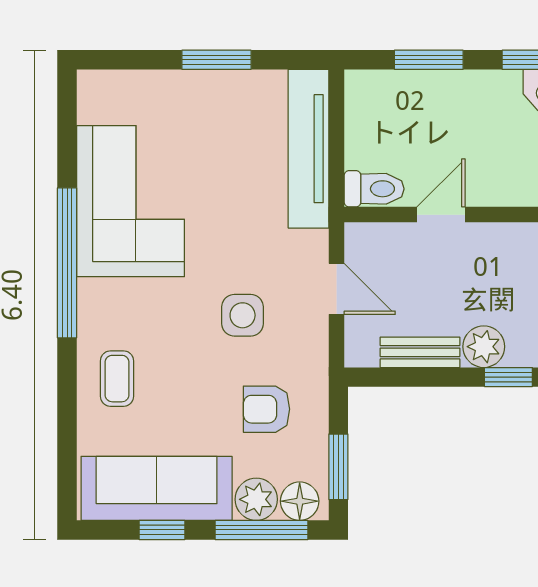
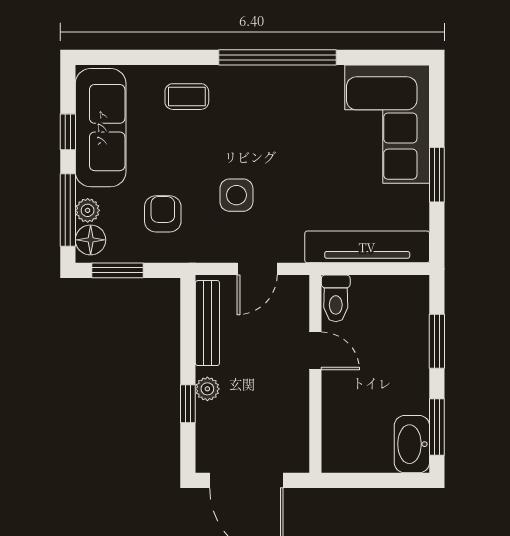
corner sofa: (130, 201) -> (387, 124), moved, turned 90
plant: (484, 347) -> (207, 389), width x0.73, depth x0.73
bench: (420, 352) -> (207, 323), width x1.36
plant: (256, 499) -> (88, 210), width x0.73, depth x0.73

